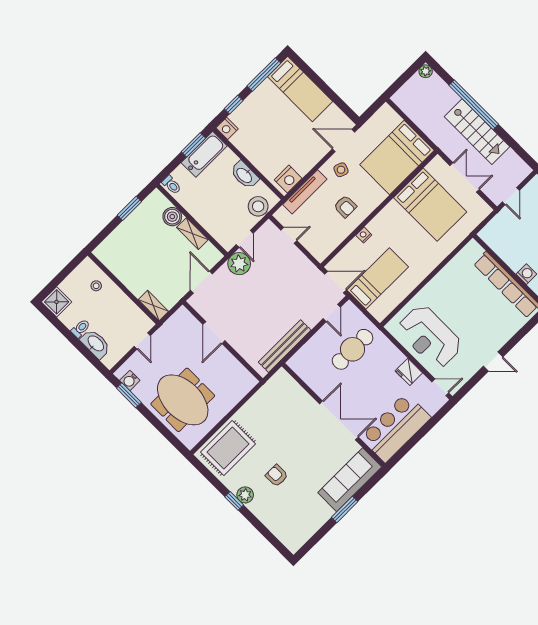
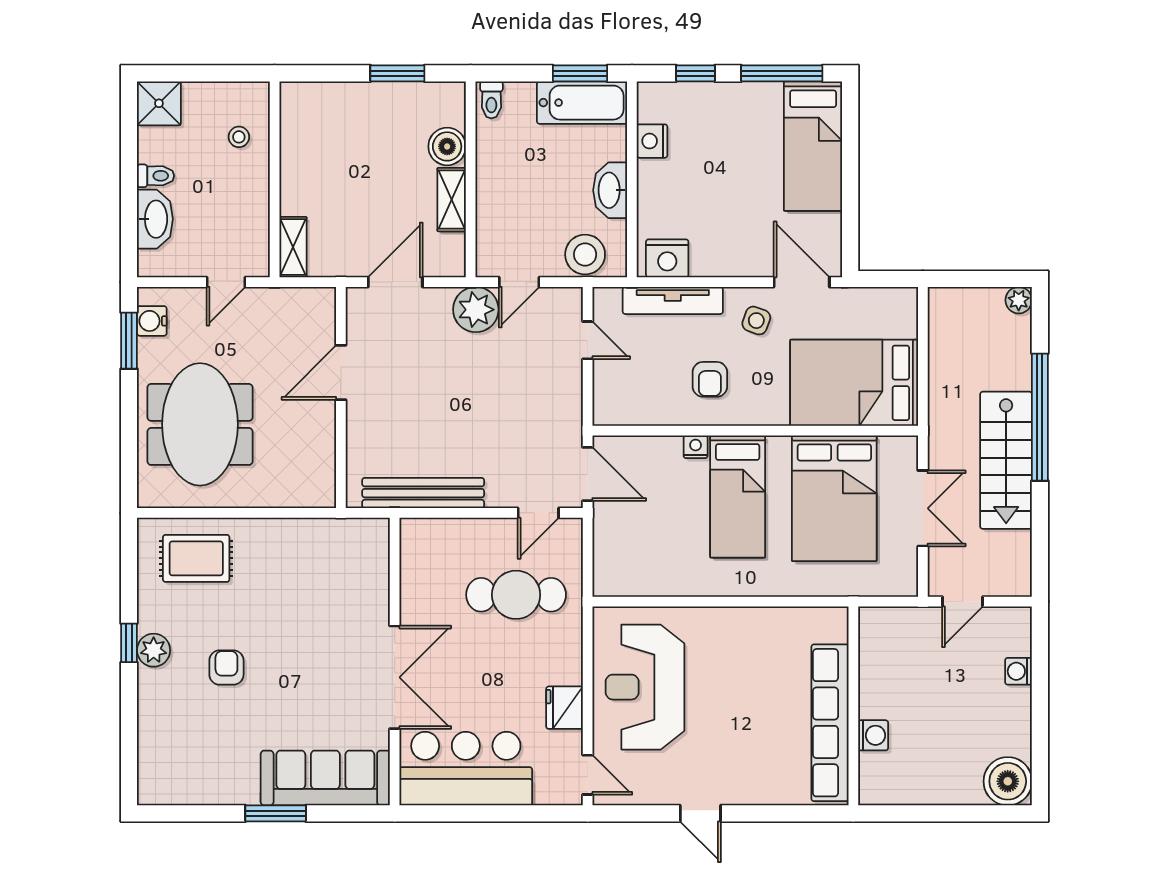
nightstand: (227, 128) -> (652, 141), moved
bed: (378, 278) -> (738, 497), moved, turned 90
rug: (228, 448) -> (196, 558), width x0.73, depth x0.70

